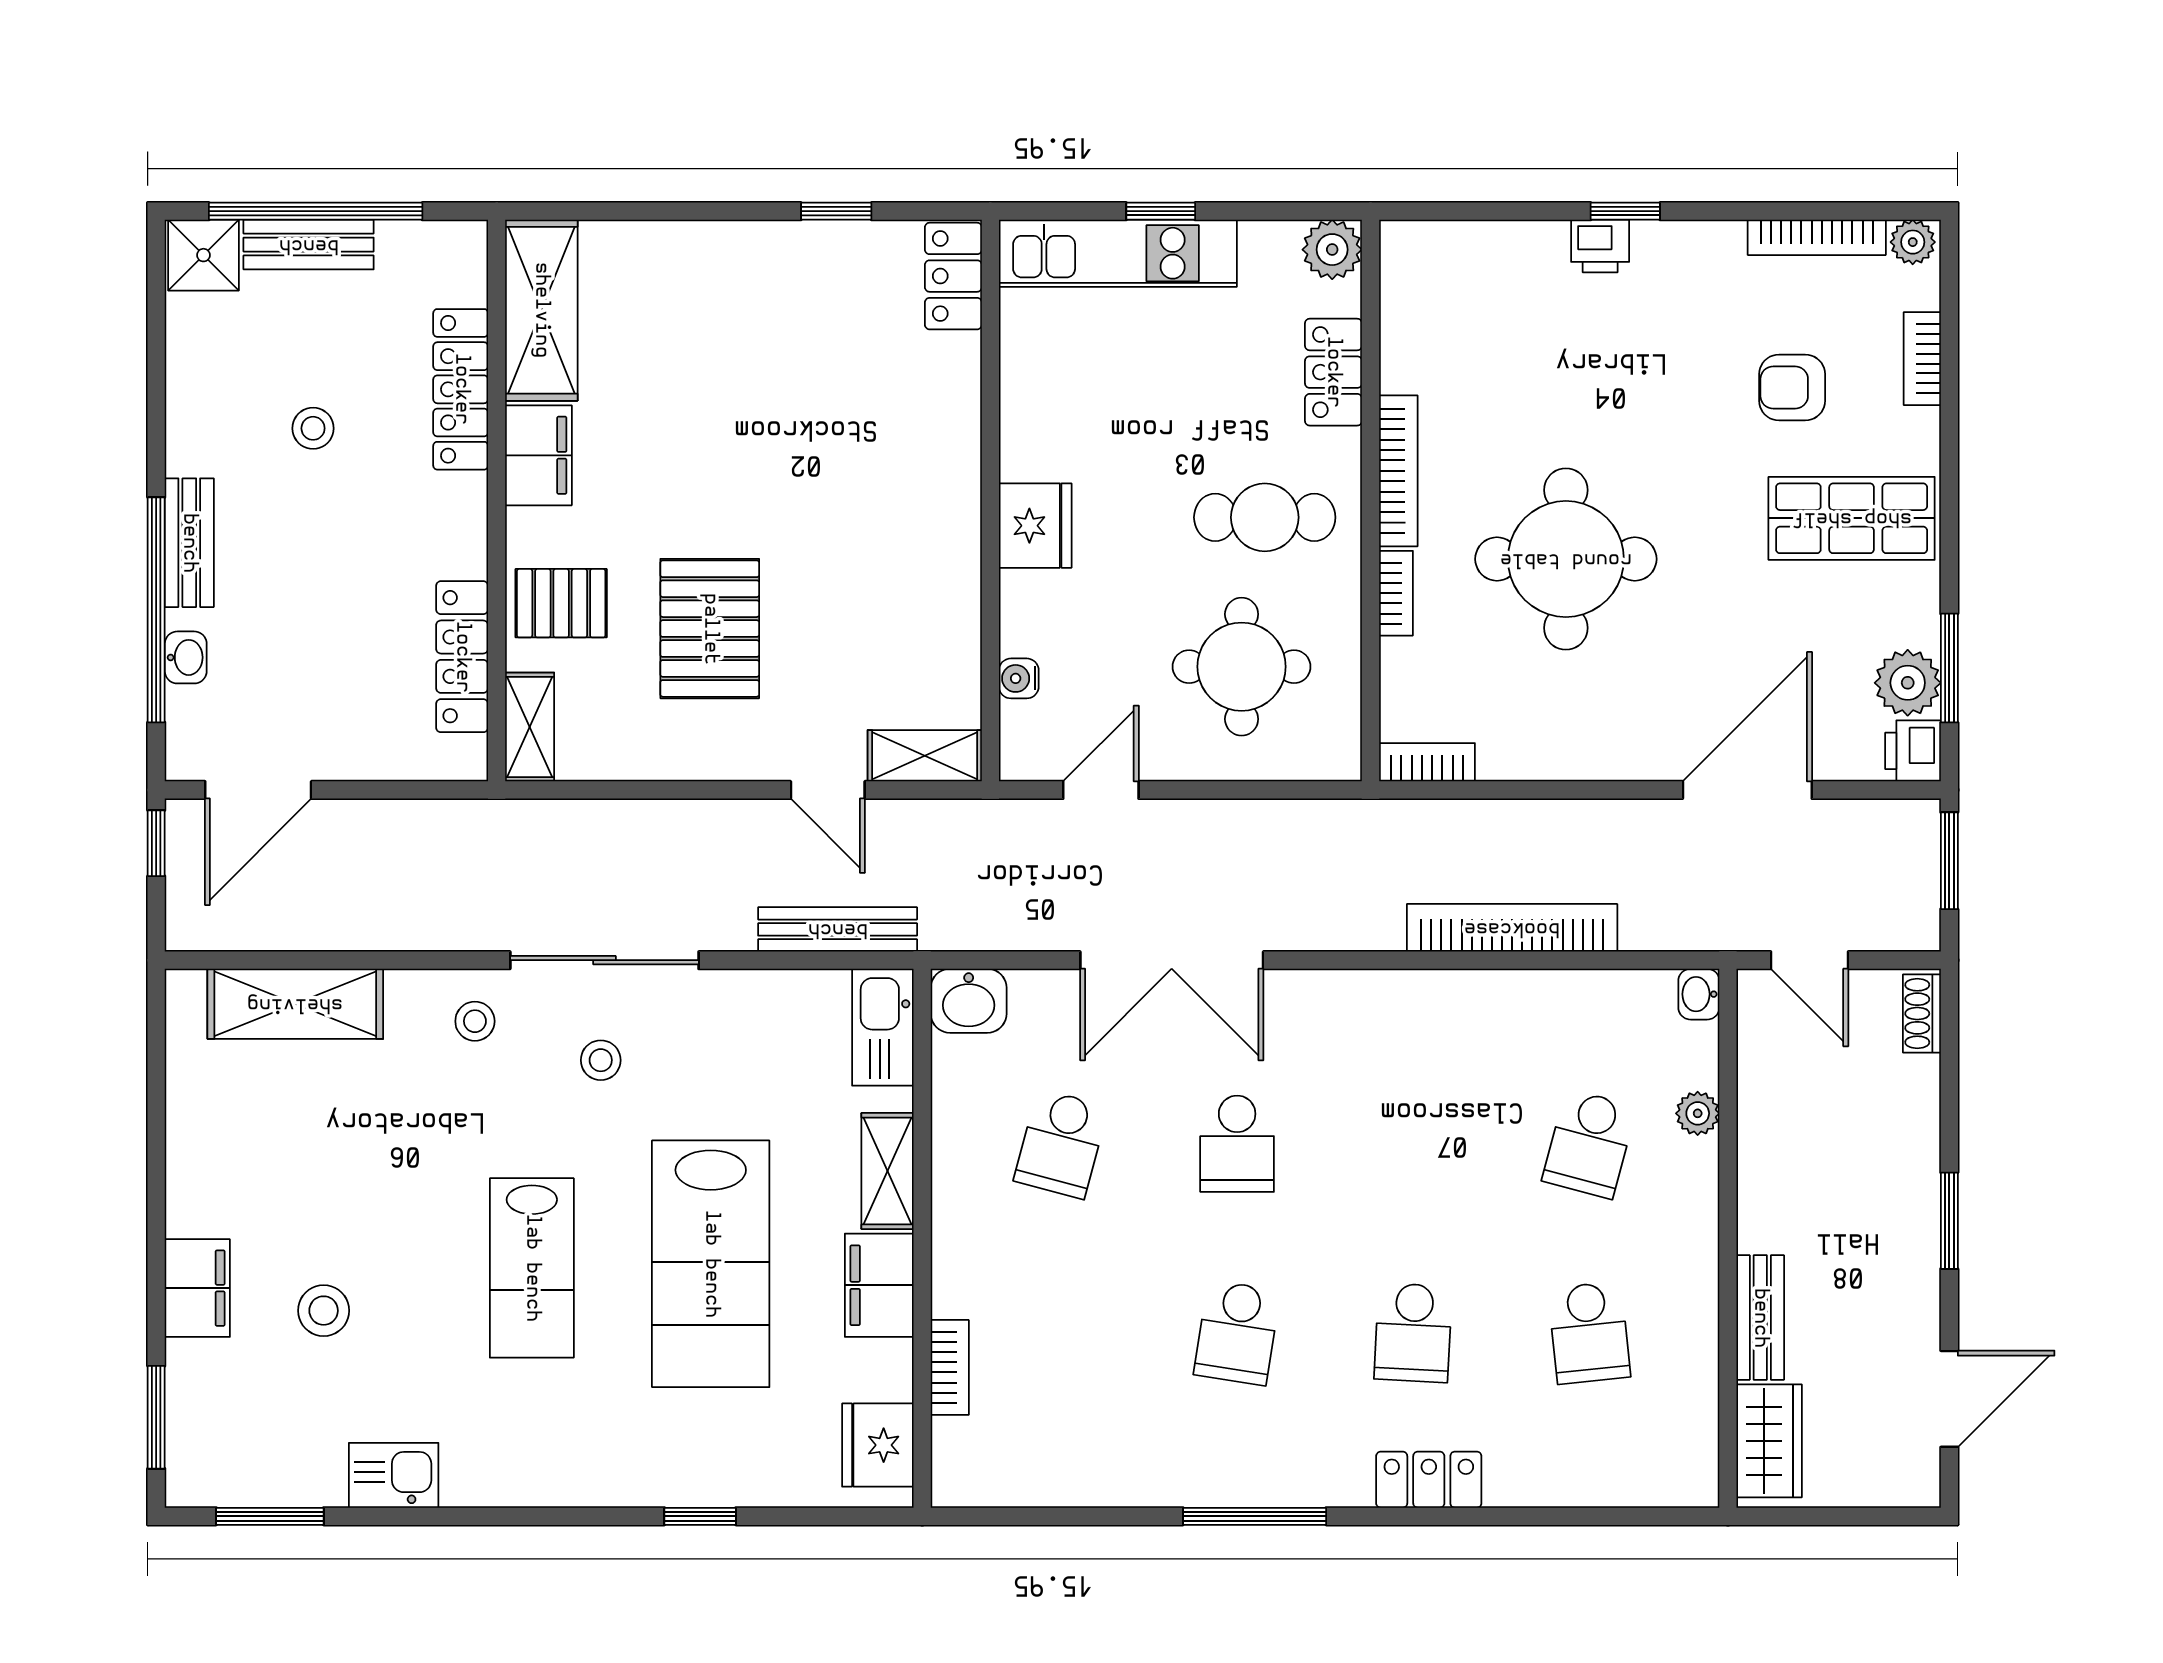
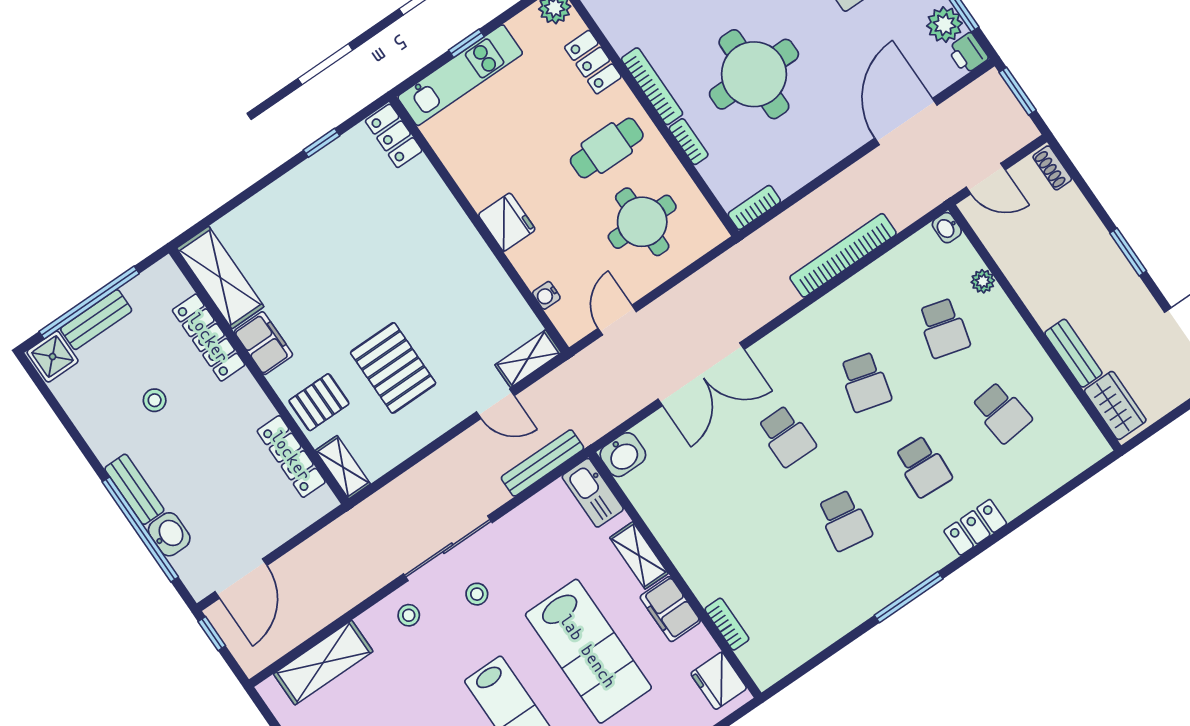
washbasin: (186, 657) -> (169, 534), width x1.38, depth x1.45
school desk: (1061, 1144) -> (865, 382), moved

